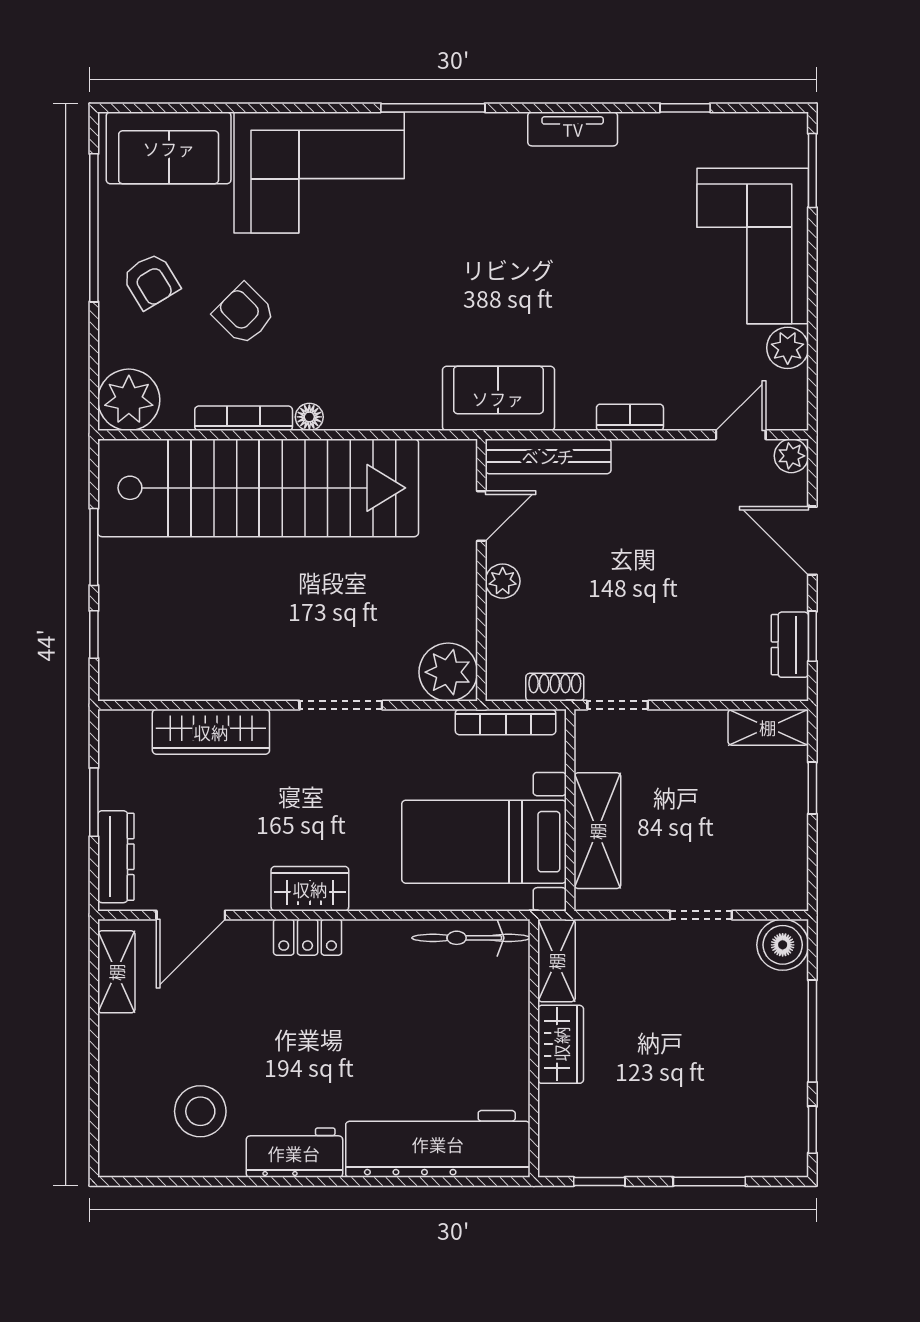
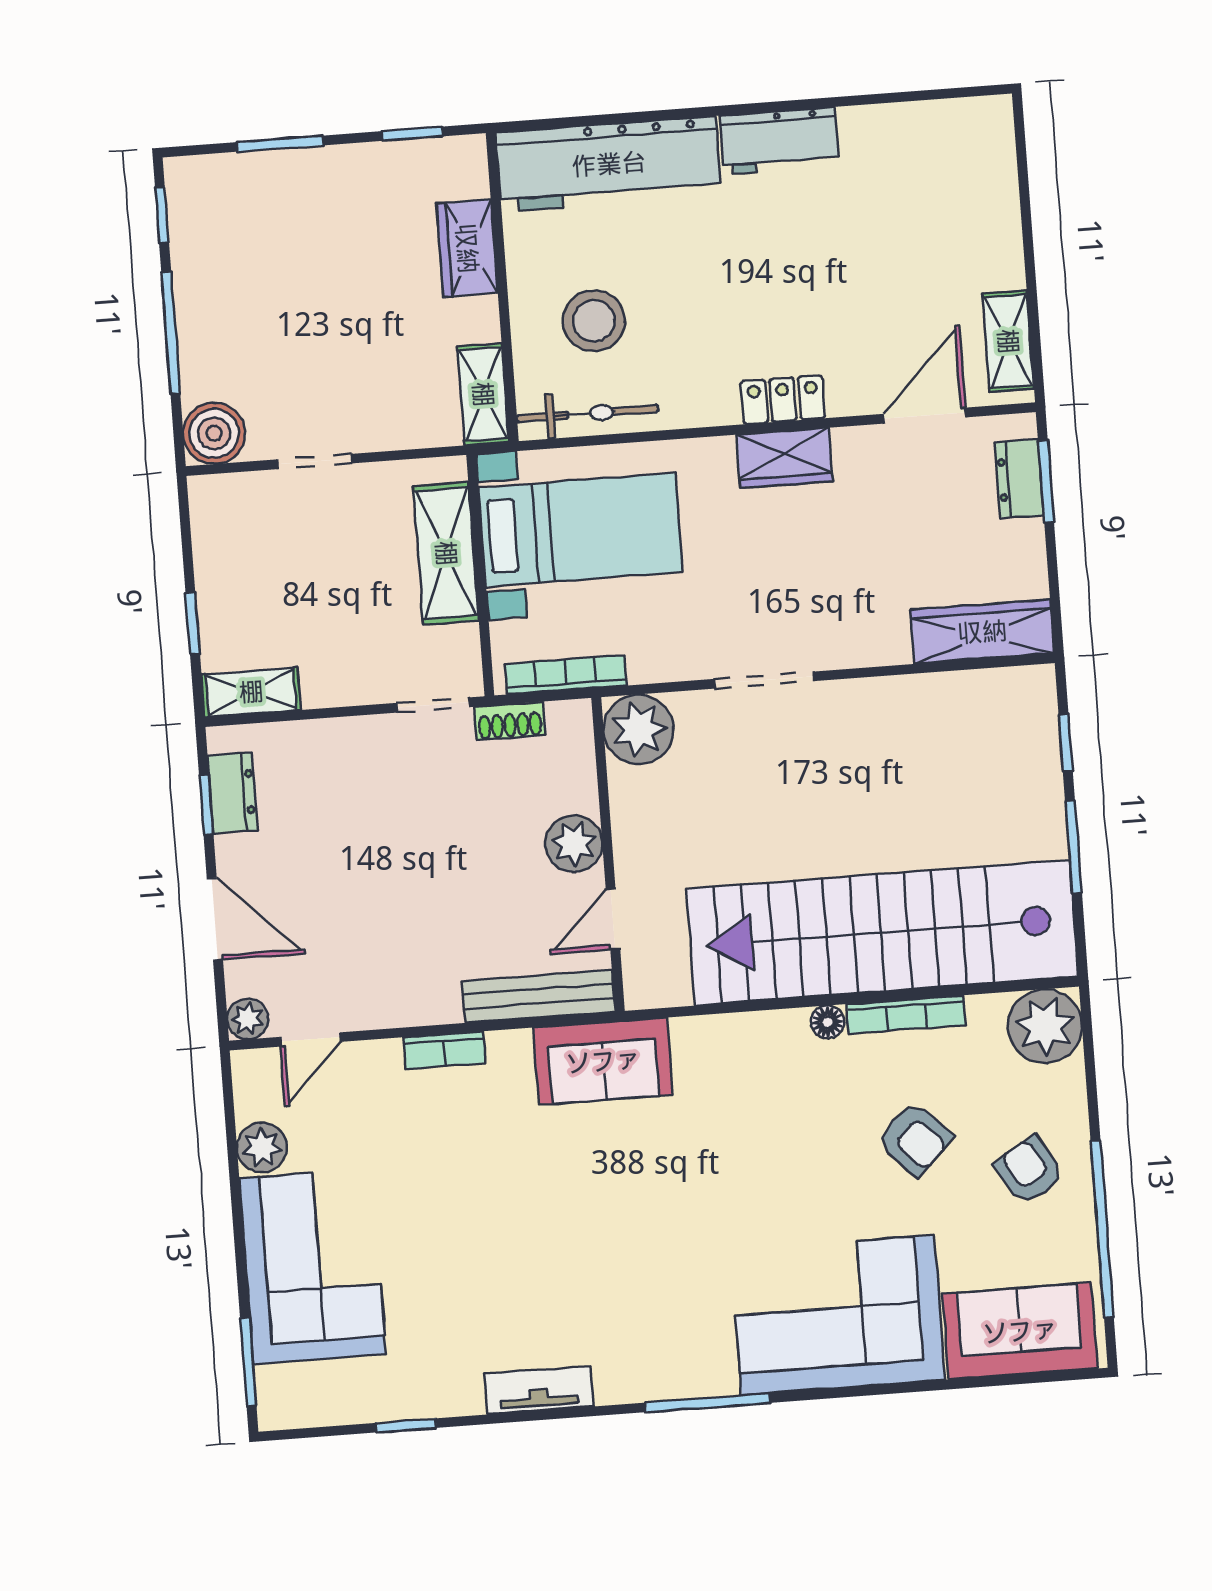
plant: (503, 581) -> (574, 844), width x1.38, depth x1.38
wardrobe: (211, 732) -> (982, 632), moved
window: (94, 802) -> (1046, 481), moved
dresser: (116, 857) -> (1019, 479), width x0.70
wardrobe: (561, 1044) -> (467, 248), moved
stool: (200, 1111) -> (594, 321), moved

